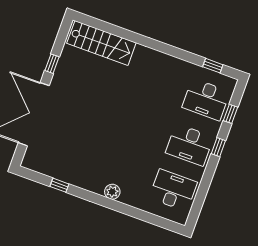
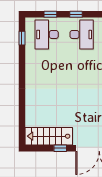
stairs: (101, 43) -> (49, 136), moved, turned -90
desk: (206, 99) -> (47, 34), turned 180

